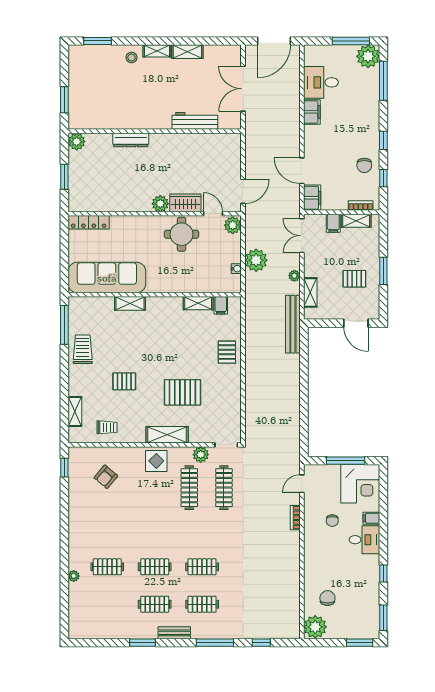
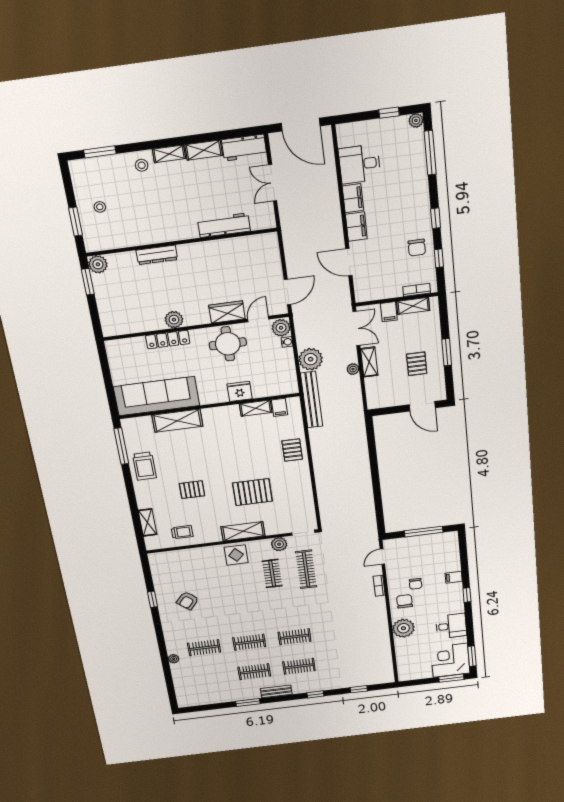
door: (274, 41) -> (301, 125), hinge flipped
window: (351, 41) -> (389, 113), width x0.46
workbench: (223, 54) -> (244, 148), added
plant: (368, 56) -> (416, 120), width x0.53, depth x0.53
stool: (88, 89) -> (100, 207), added
double door: (243, 89) -> (273, 183), width x0.73
window: (64, 177) -> (88, 282), moved
filing cabinet: (312, 198) -> (356, 226), moved
plant: (160, 204) -> (174, 320), moved
door: (213, 214) -> (258, 319), hinge flipped
locker: (89, 222) -> (168, 340), moved
double door: (302, 236) -> (356, 329), swing flipped
water cooler: (236, 269) -> (287, 342), moved
pallet: (354, 279) -> (417, 364), turned 90
fridge: (185, 284) -> (240, 391), added
shelving: (310, 292) -> (369, 362), moved
shelving: (130, 303) -> (177, 421), width x1.50, depth x1.33
bench: (293, 324) -> (312, 400), moved
trolley: (83, 349) -> (144, 466), turned 180
window: (64, 468) -> (152, 599), moved
armchair: (106, 477) -> (188, 601), moved
corner desk: (360, 484) -> (450, 660), moved, turned 180
clothes rail: (189, 488) -> (272, 573), width x0.73
desk: (364, 540) -> (451, 626), moved
window: (383, 573) -> (467, 595), moved
chair: (327, 598) -> (405, 601), moved
plant: (315, 627) -> (403, 628), moved
window: (215, 643) -> (315, 694), width x0.46

